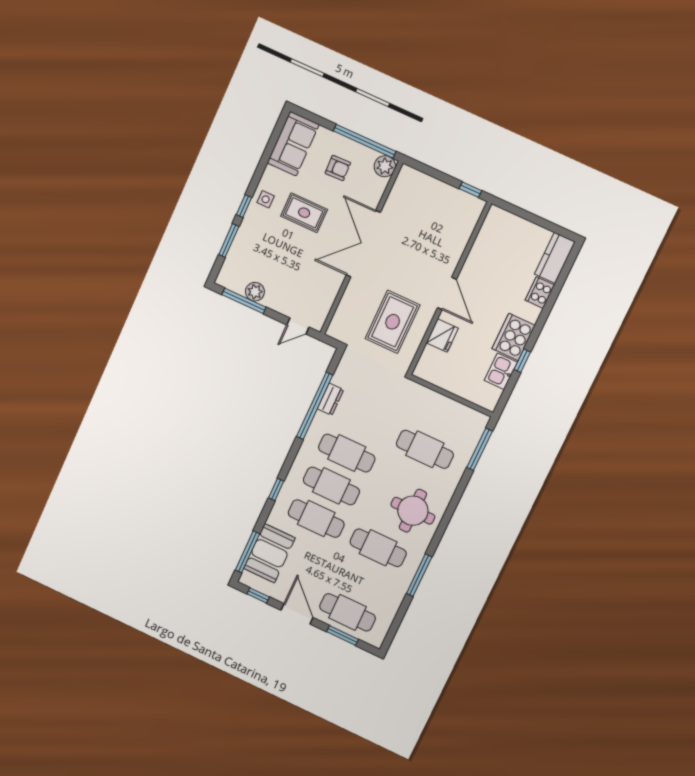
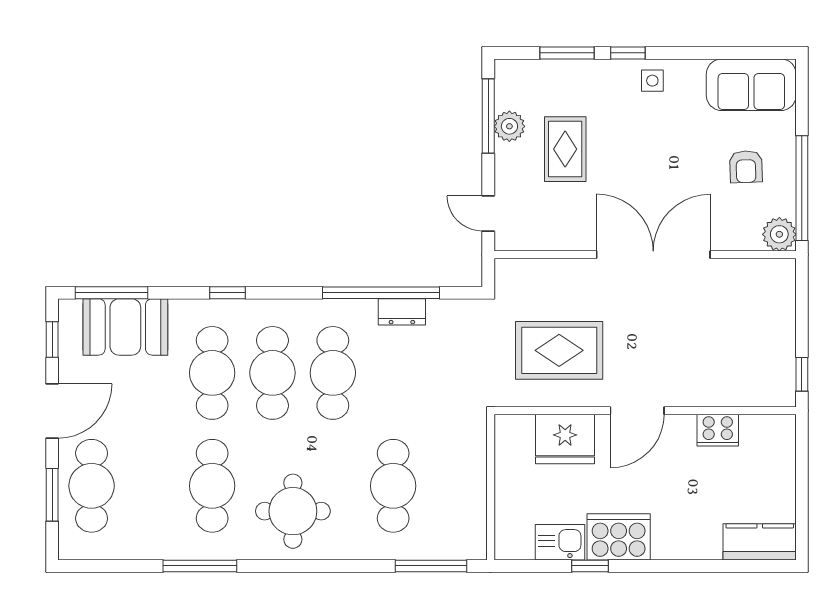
rug: (304, 213) -> (565, 149), moved
cooker: (540, 293) -> (718, 430), moved, turned 180
fridge: (442, 336) -> (565, 439), width x1.36, depth x1.34

